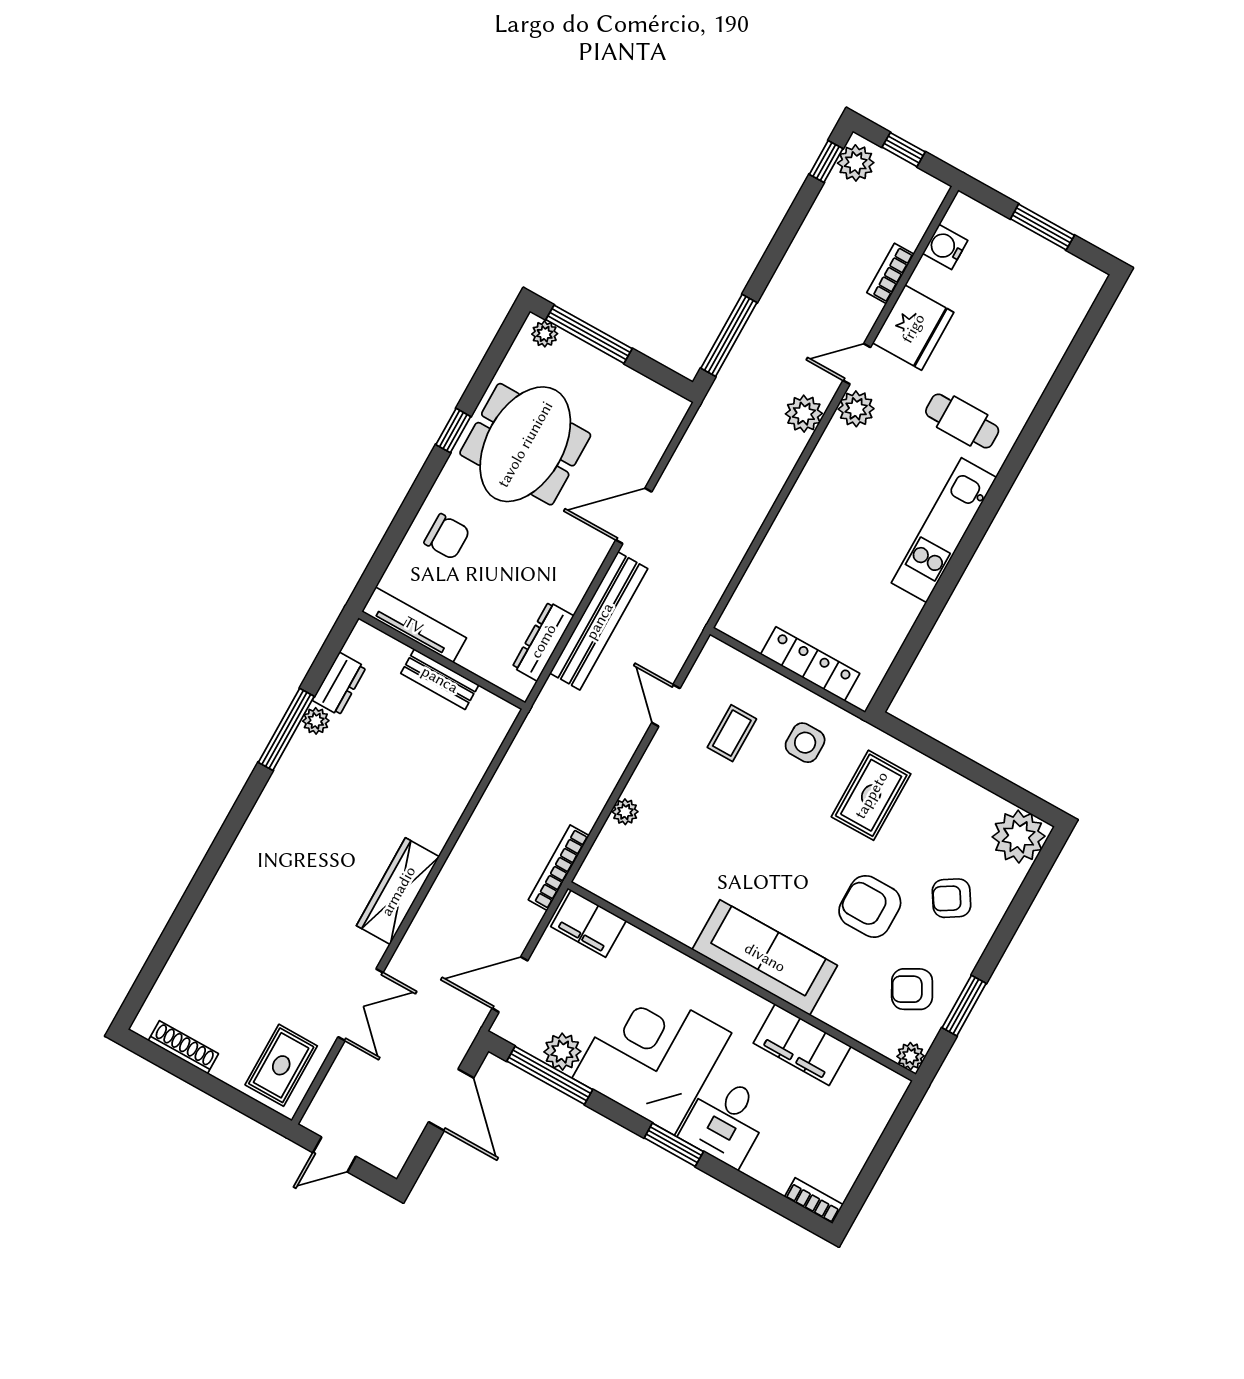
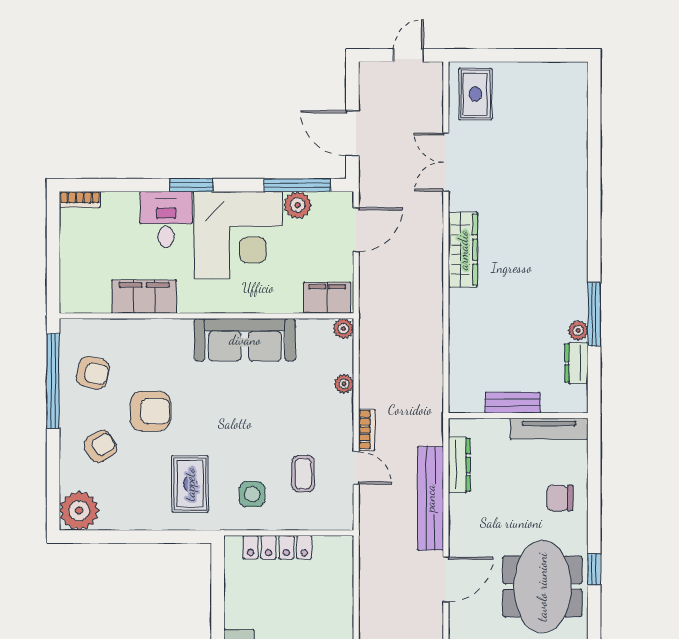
bookcase: (559, 868) -> (367, 430), moved, width x0.64
sofa: (765, 957) -> (245, 340), moved
armchair: (912, 989) -> (93, 373), turned 42
window: (964, 1006) -> (53, 381), width x2.11
shoe rack: (183, 1047) -> (546, 70), removed
plant: (911, 1056) -> (343, 329), moved

